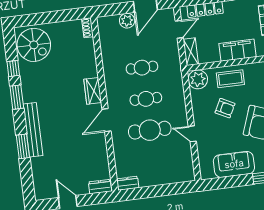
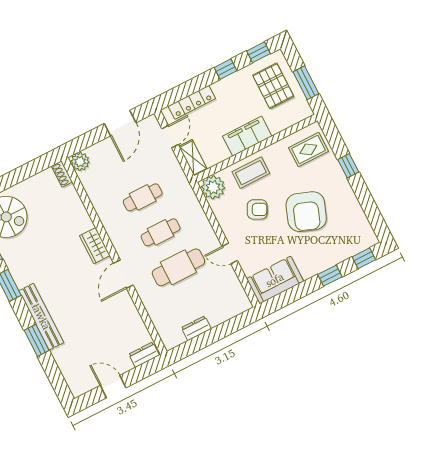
plant: (127, 21) -> (80, 162), moved
sofa: (234, 164) -> (275, 280), moved
dresser: (128, 183) -> (196, 328), moved

